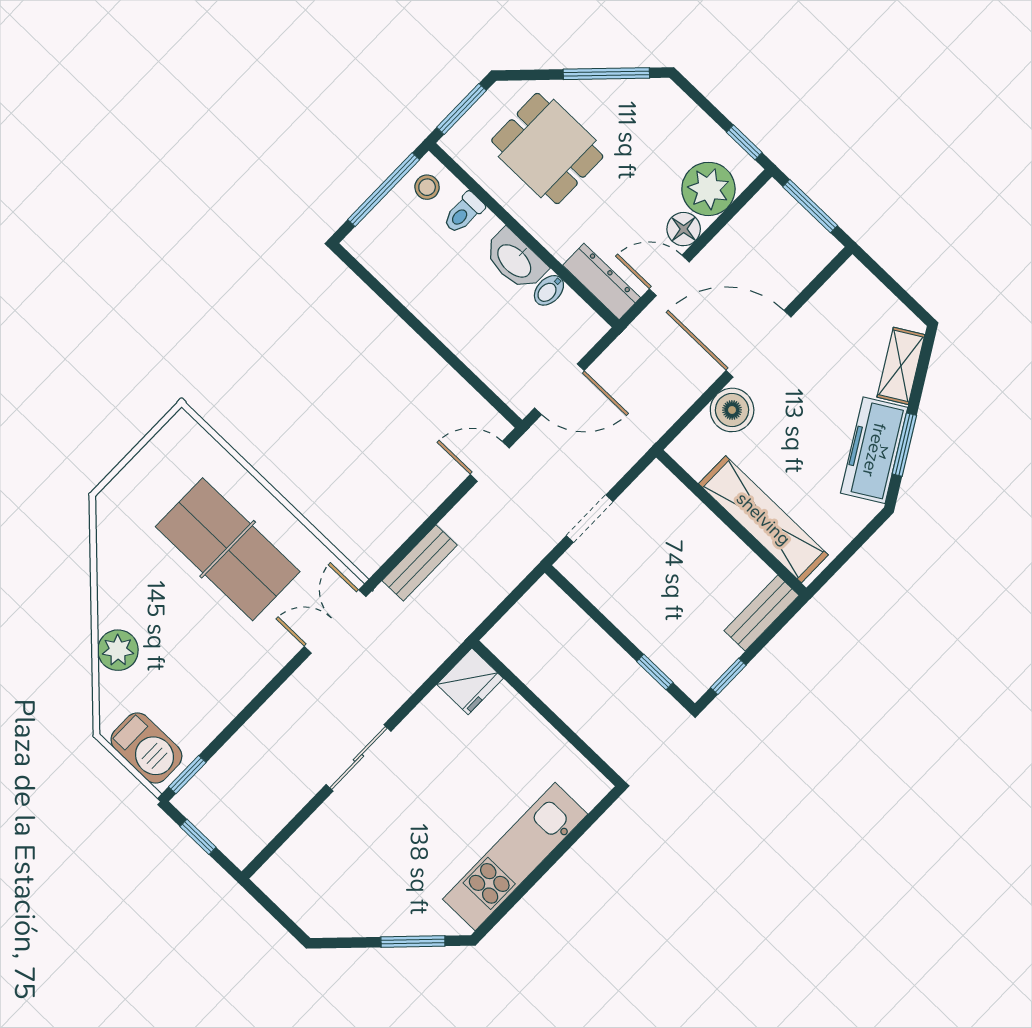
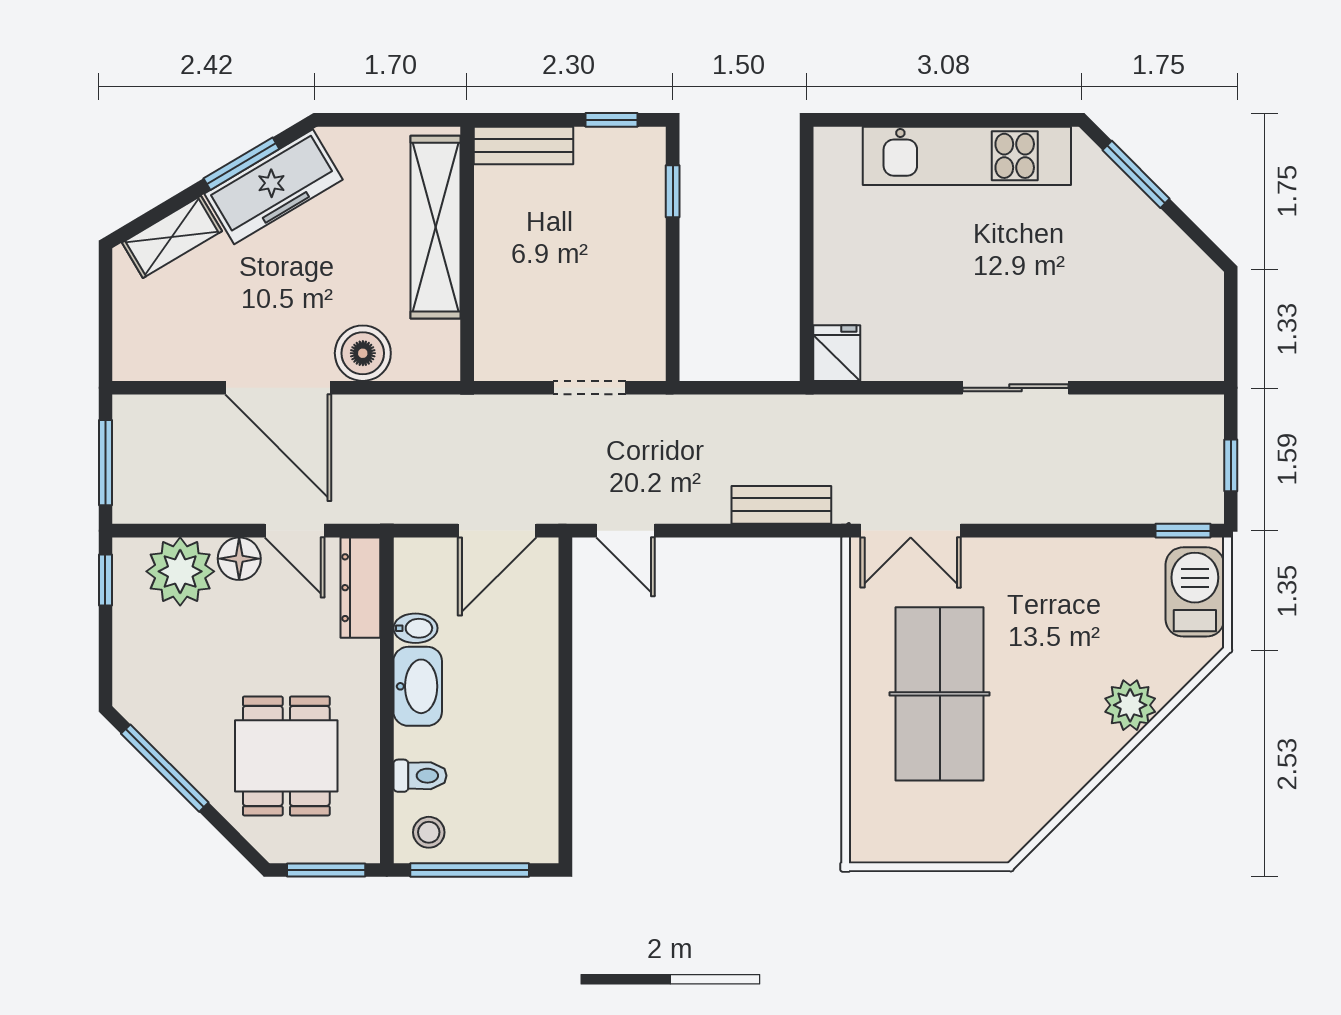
door: (559, 389) -> (497, 531), swing flipped
fridge: (470, 681) -> (837, 353), width x0.72

